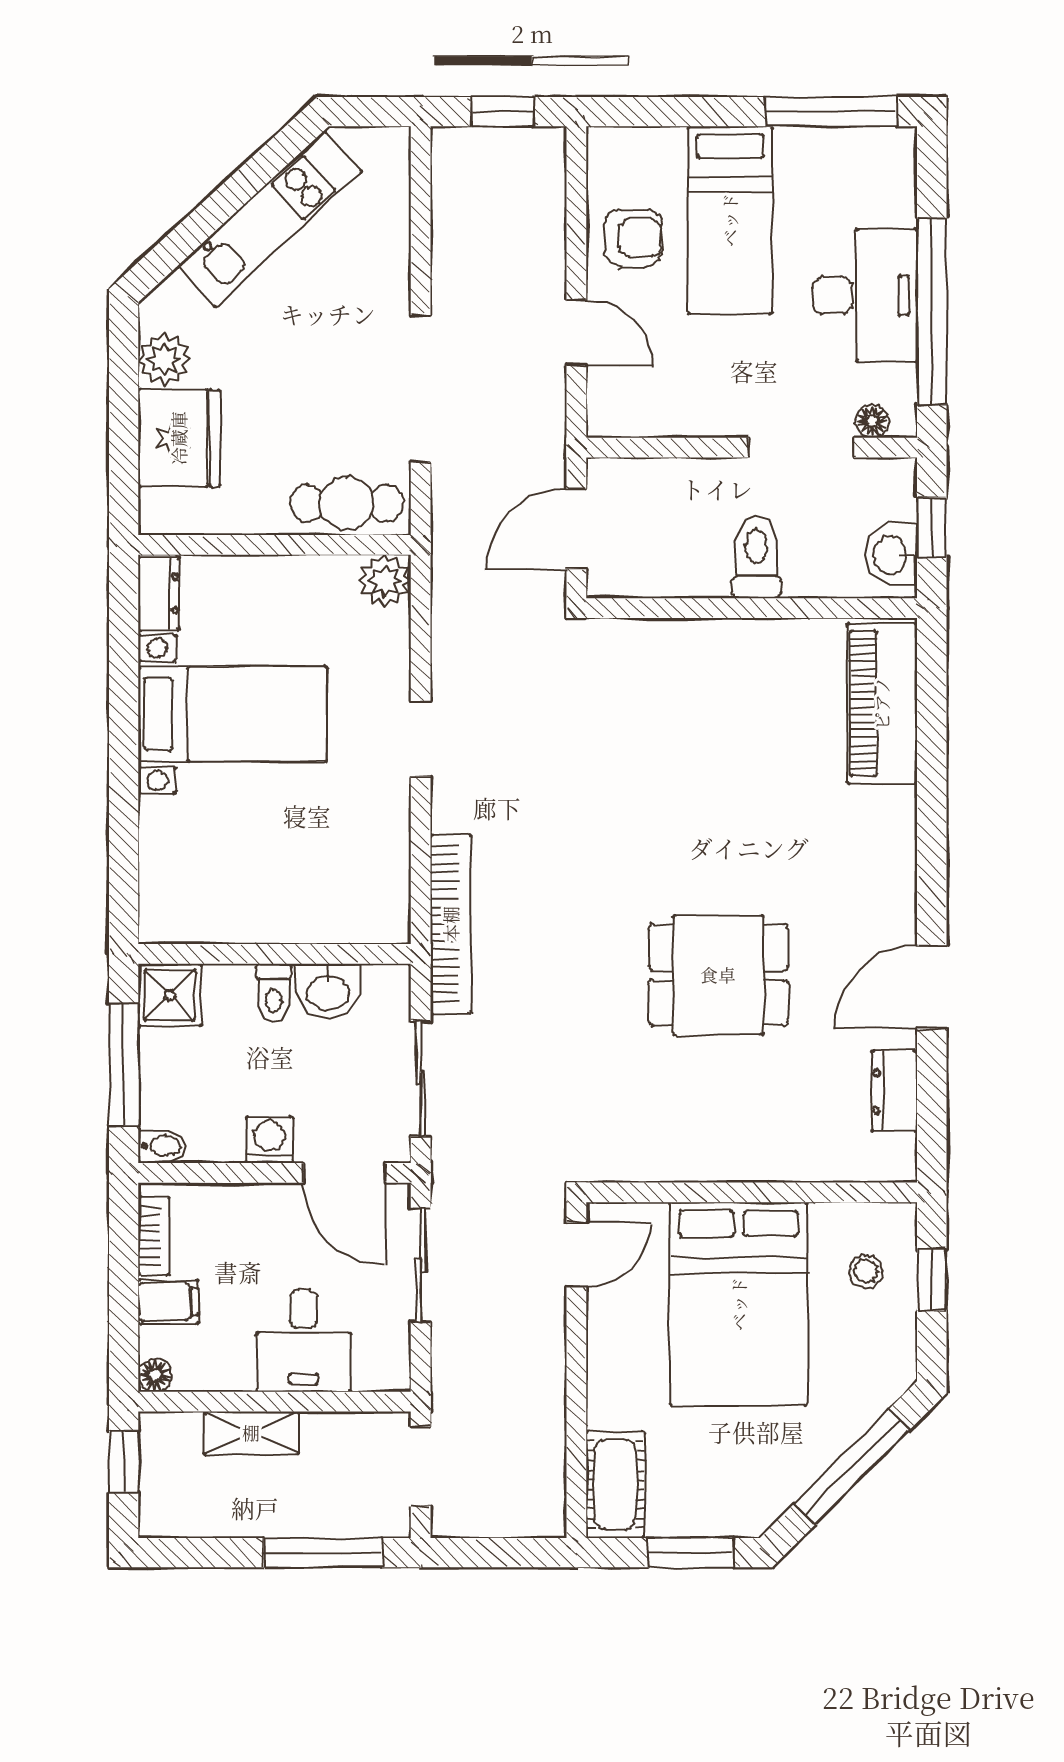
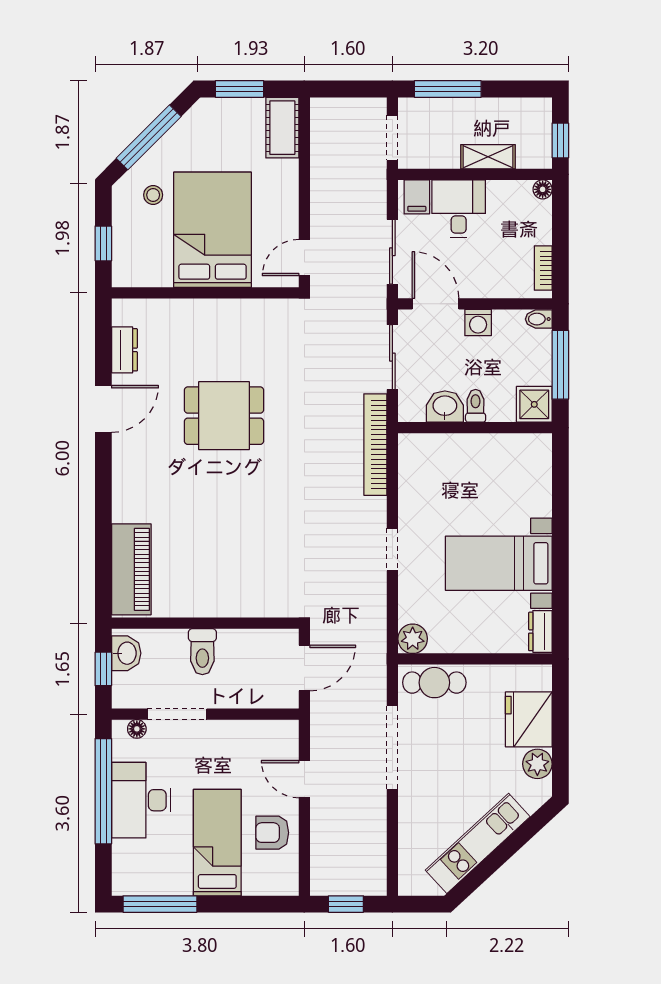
stool: (866, 1271) -> (153, 195), moved
filing cabinet: (168, 1302) -> (417, 197), moved, turned -90

